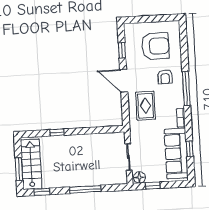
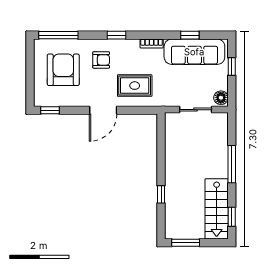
window: (184, 40) -> (58, 35), added
window: (122, 50) -> (50, 110), moved
window: (186, 88) -> (117, 35), width x0.46
stairs: (31, 164) -> (217, 209), moved, turned -90
window: (19, 169) -> (186, 243), moved
window: (153, 186) -> (232, 66), moved

